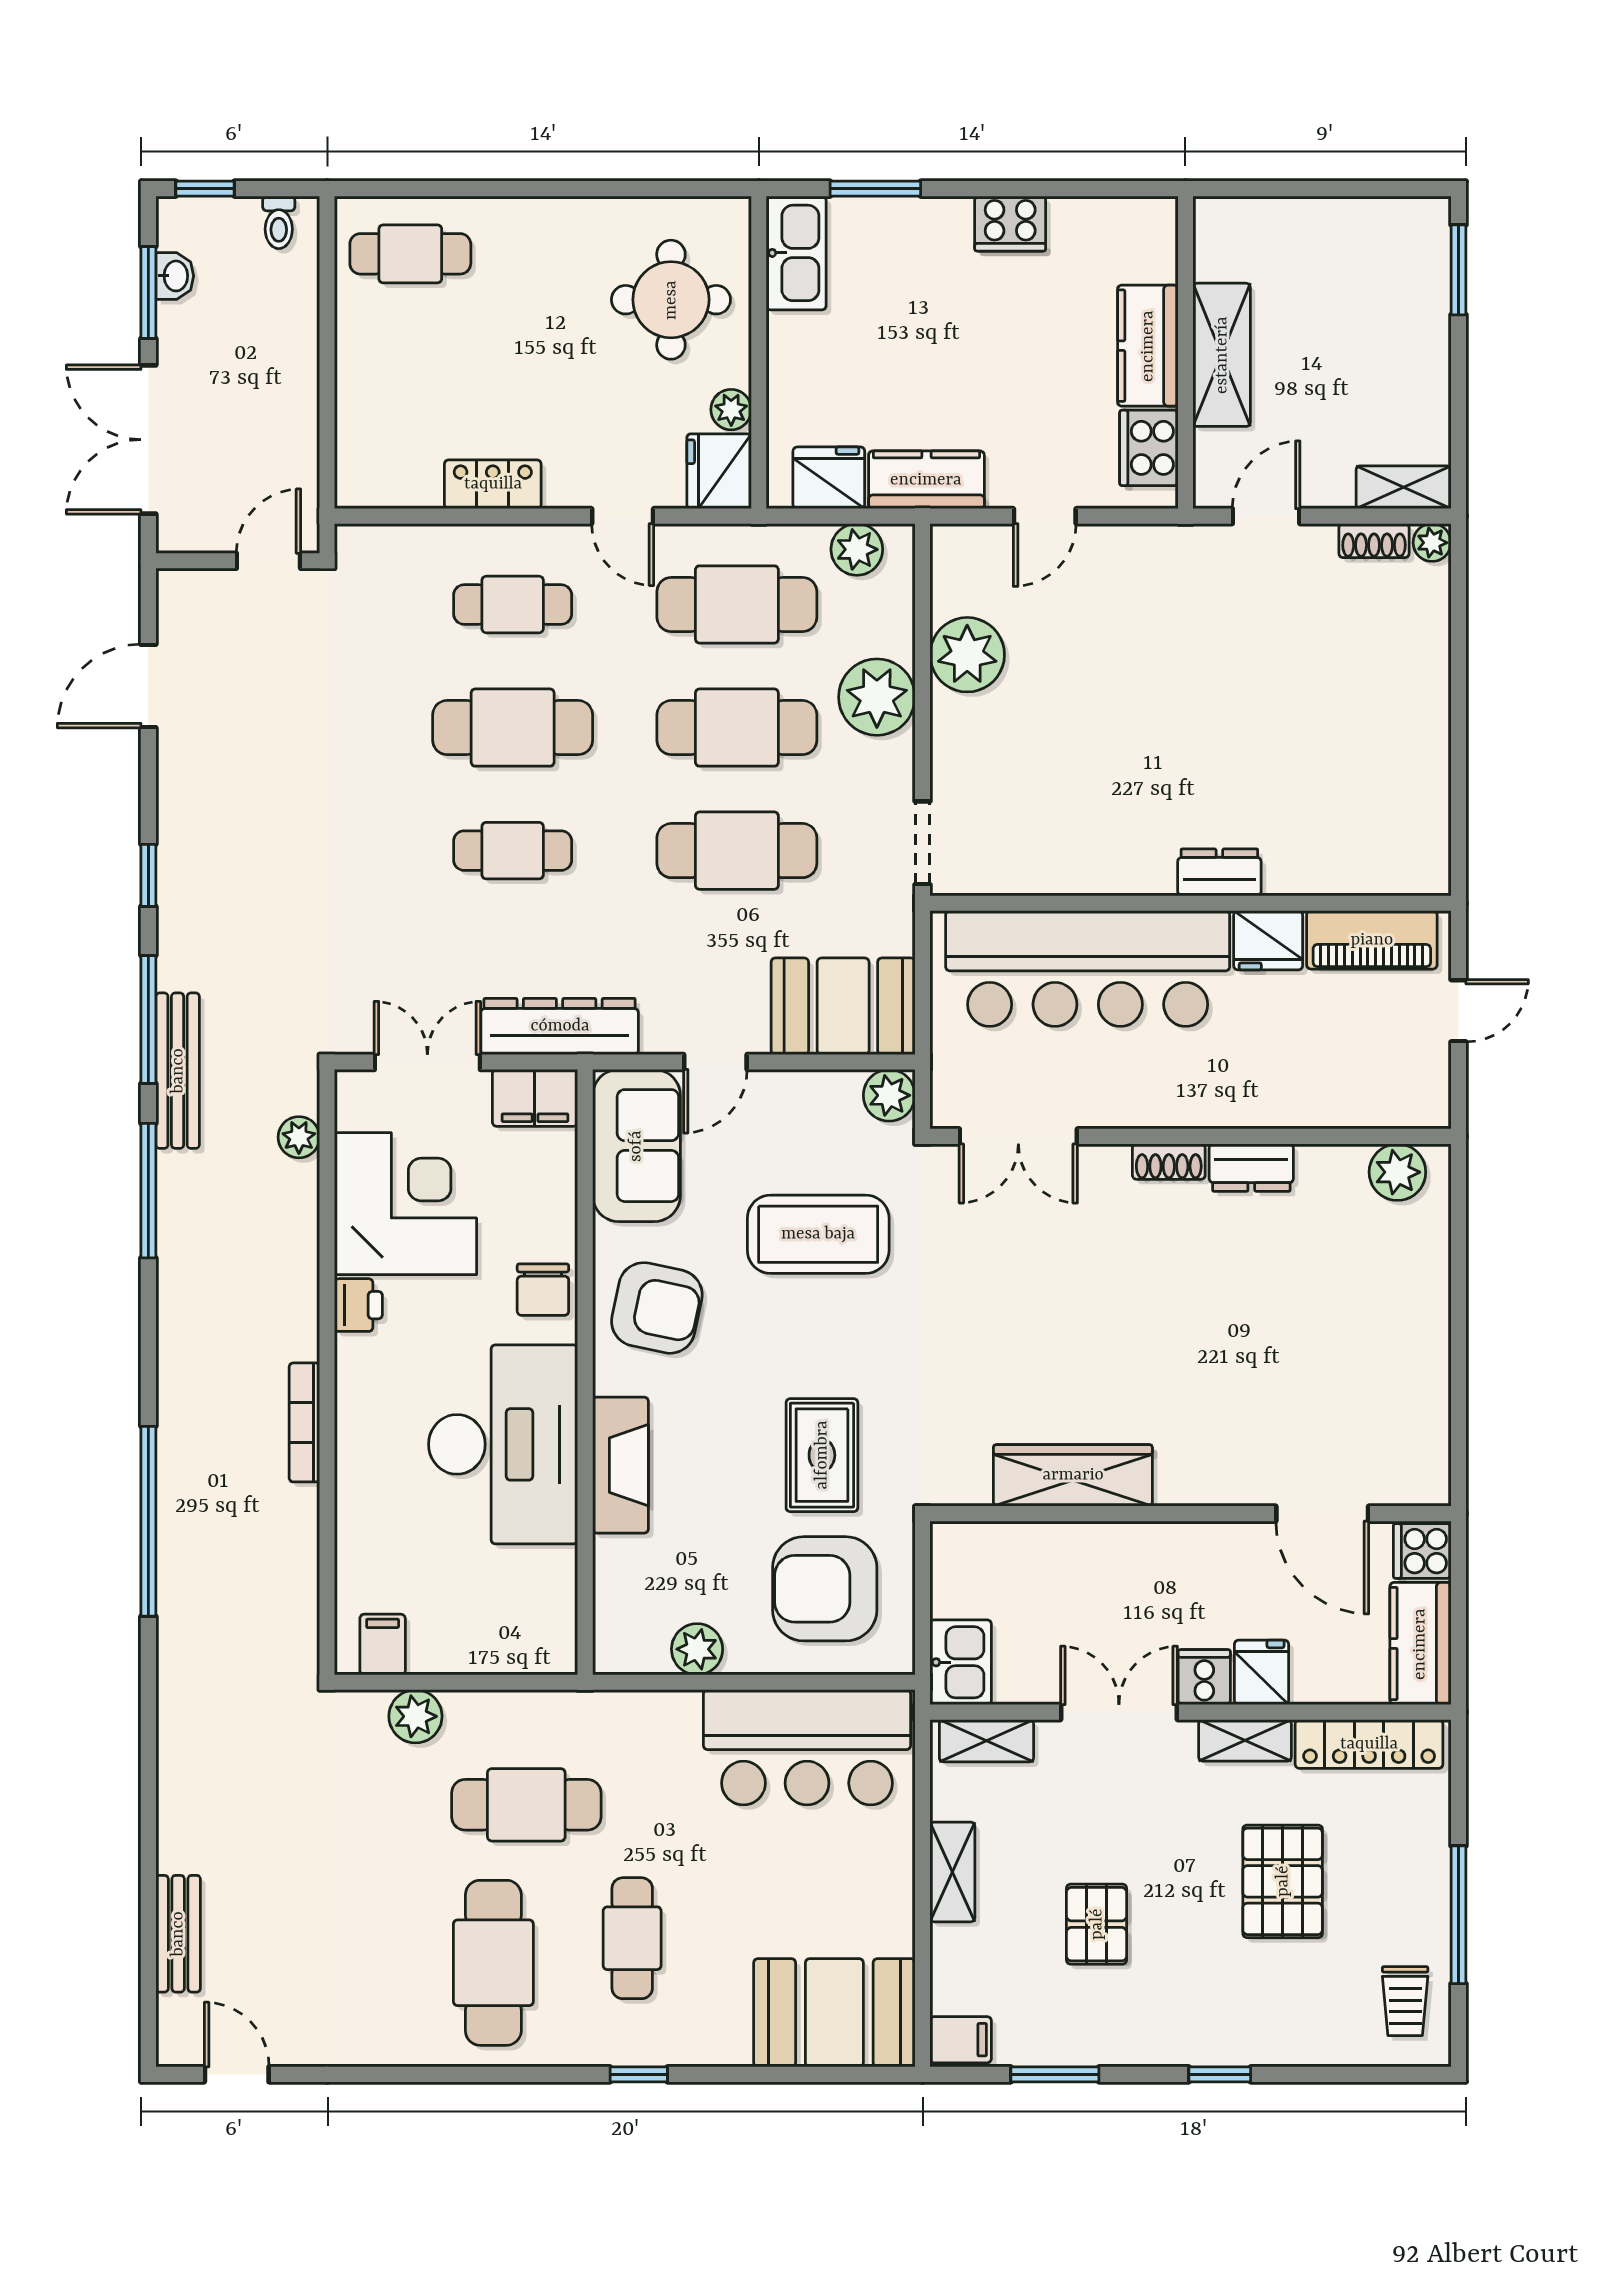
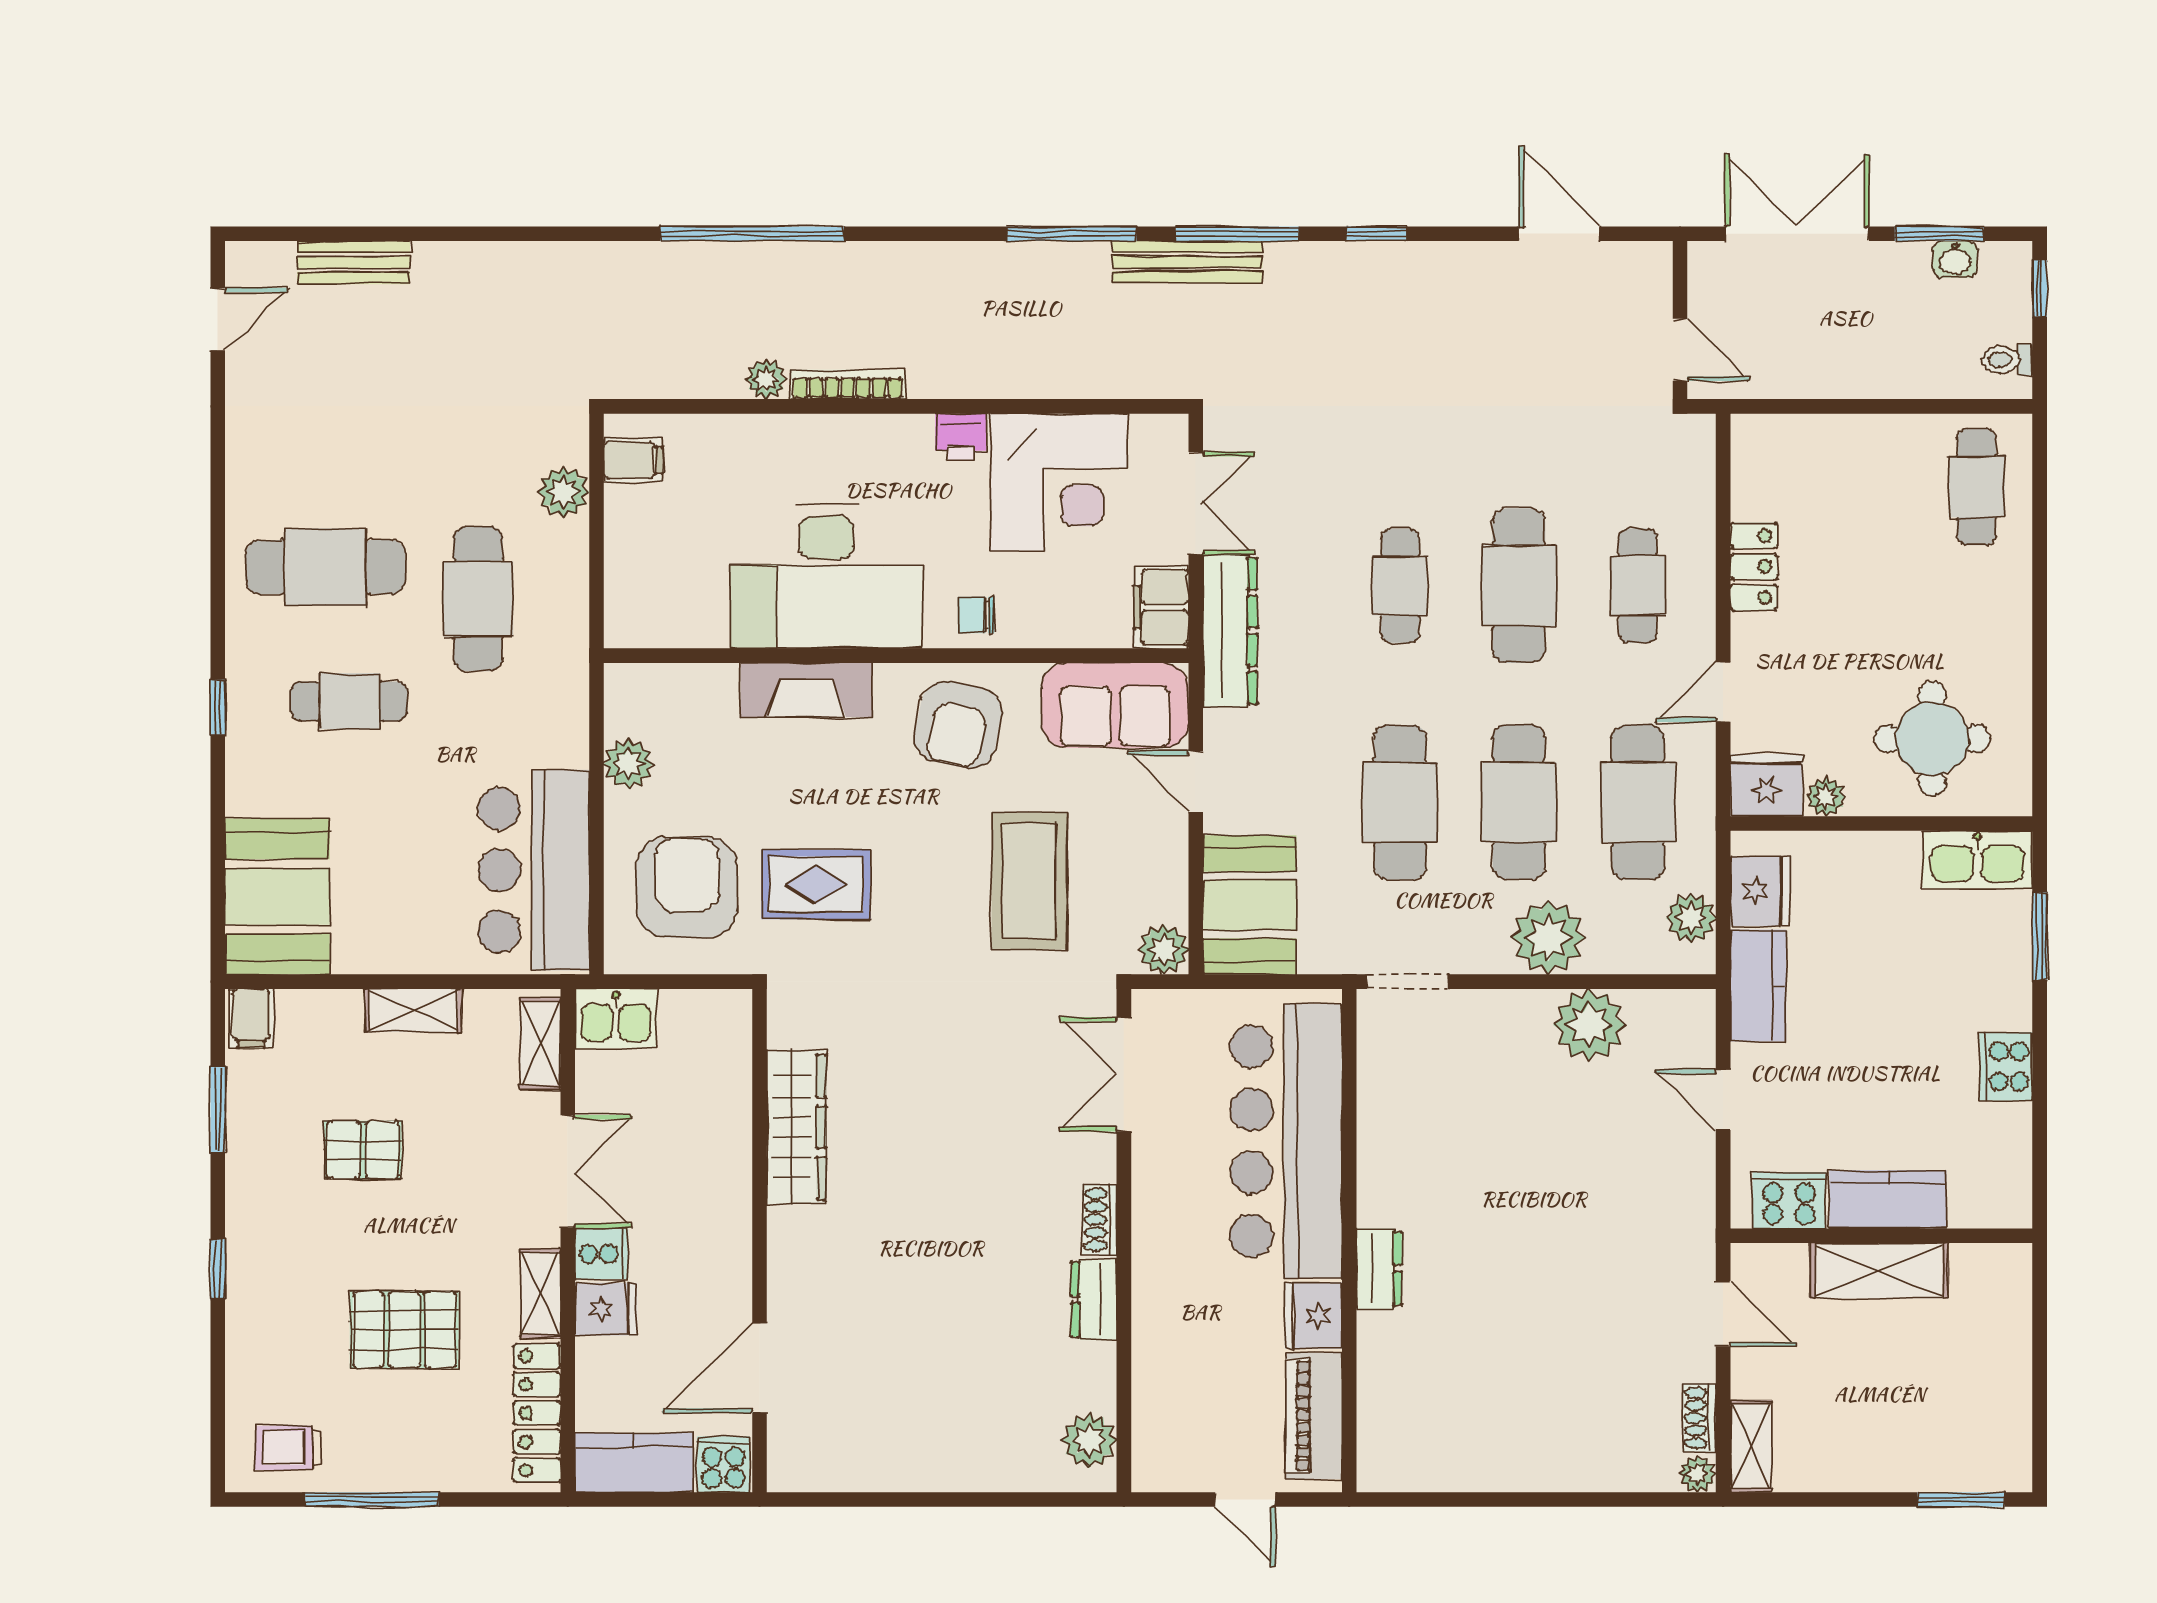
plant: (299, 1137) -> (766, 379), moved
chair: (543, 1290) -> (976, 615), width x0.73, depth x0.73

